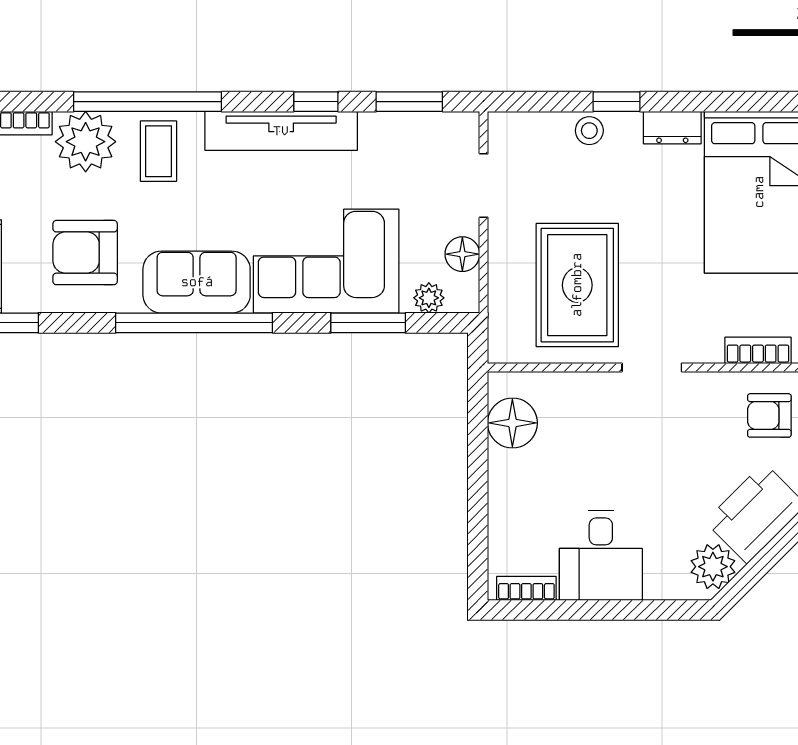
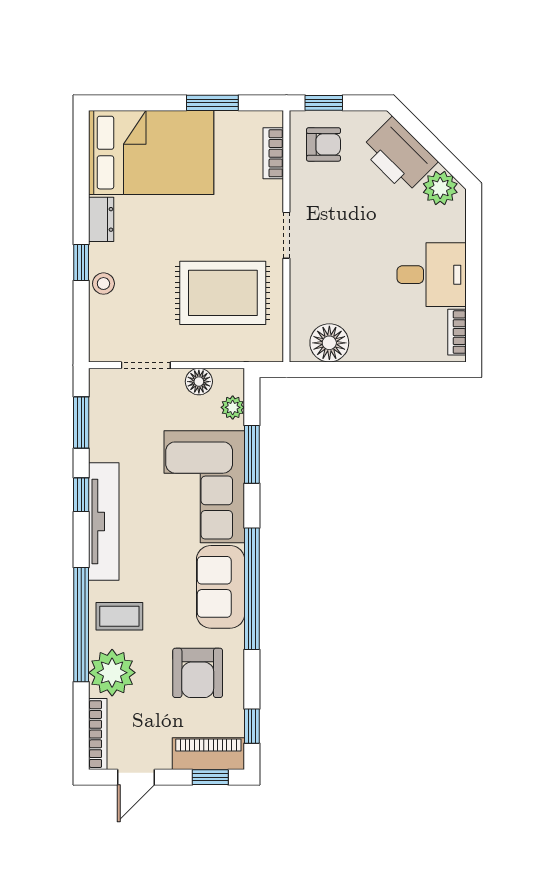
armchair: (769, 415) -> (324, 144), turned -90

